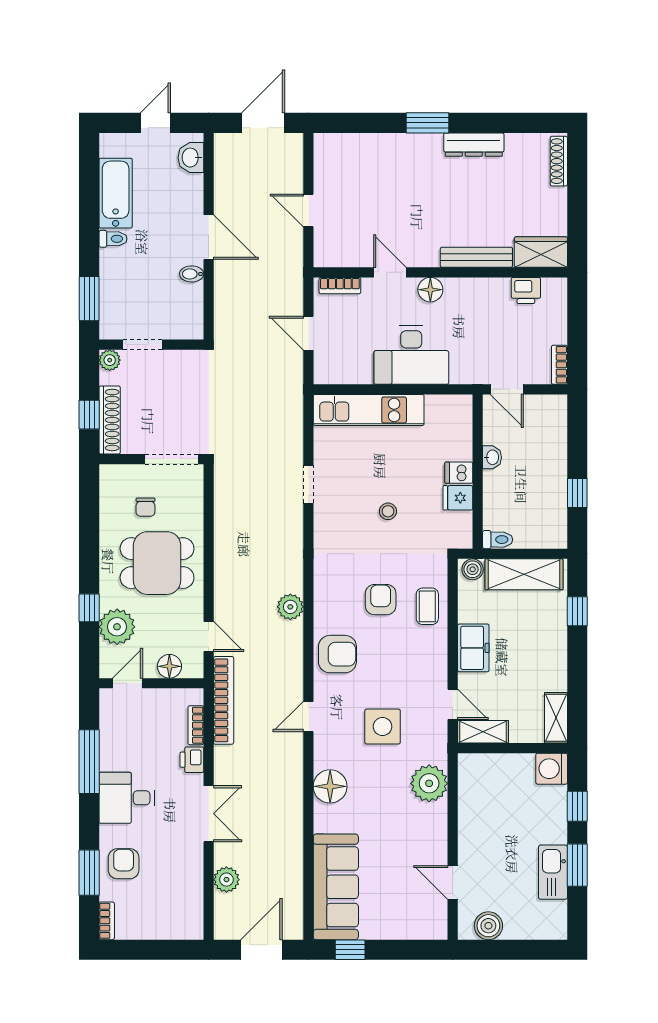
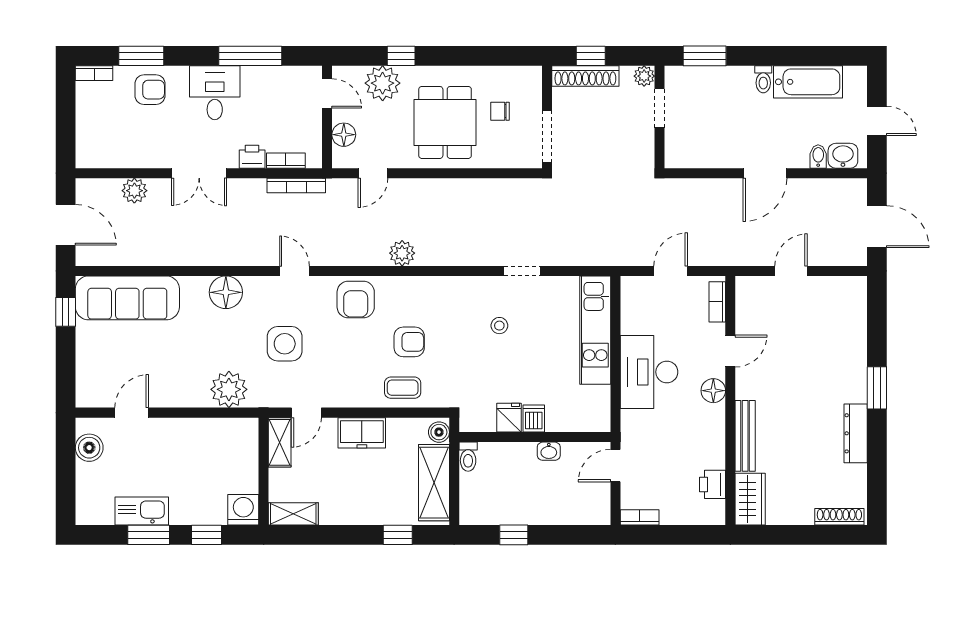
bidet: (192, 274) -> (818, 156), moved
stool: (388, 511) -> (499, 326), moved
bookcase: (224, 700) -> (296, 185), width x0.68, depth x0.76

